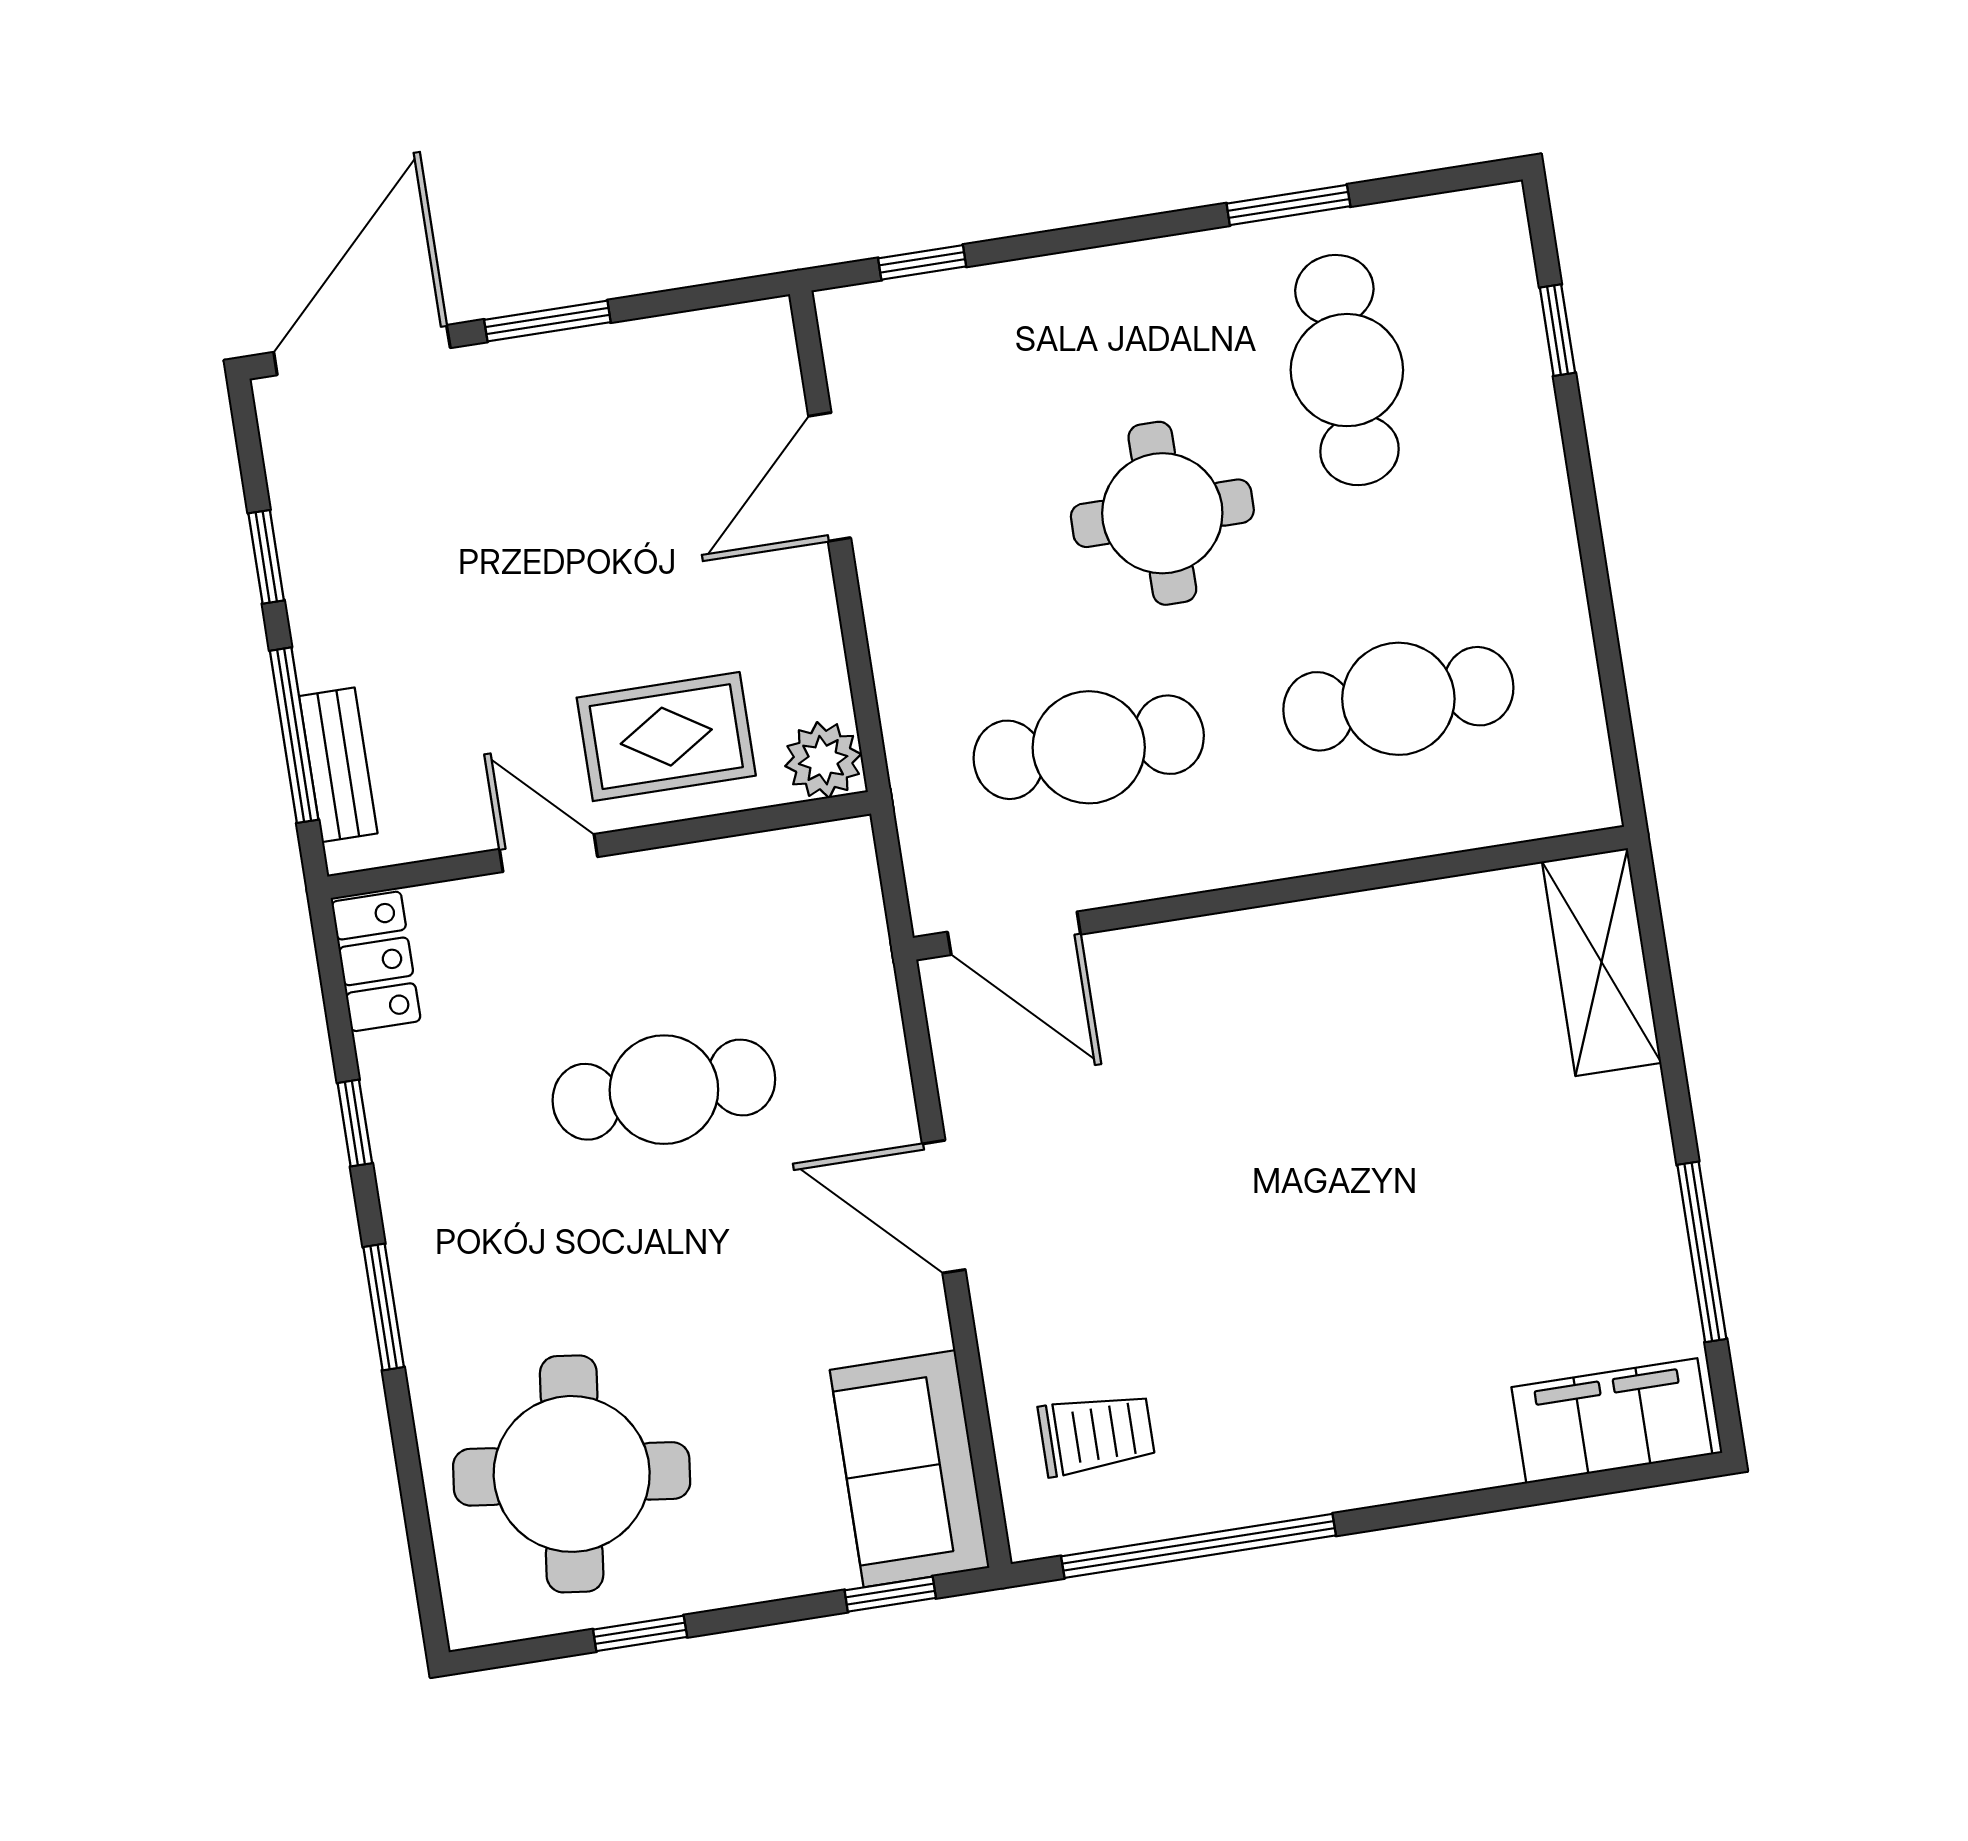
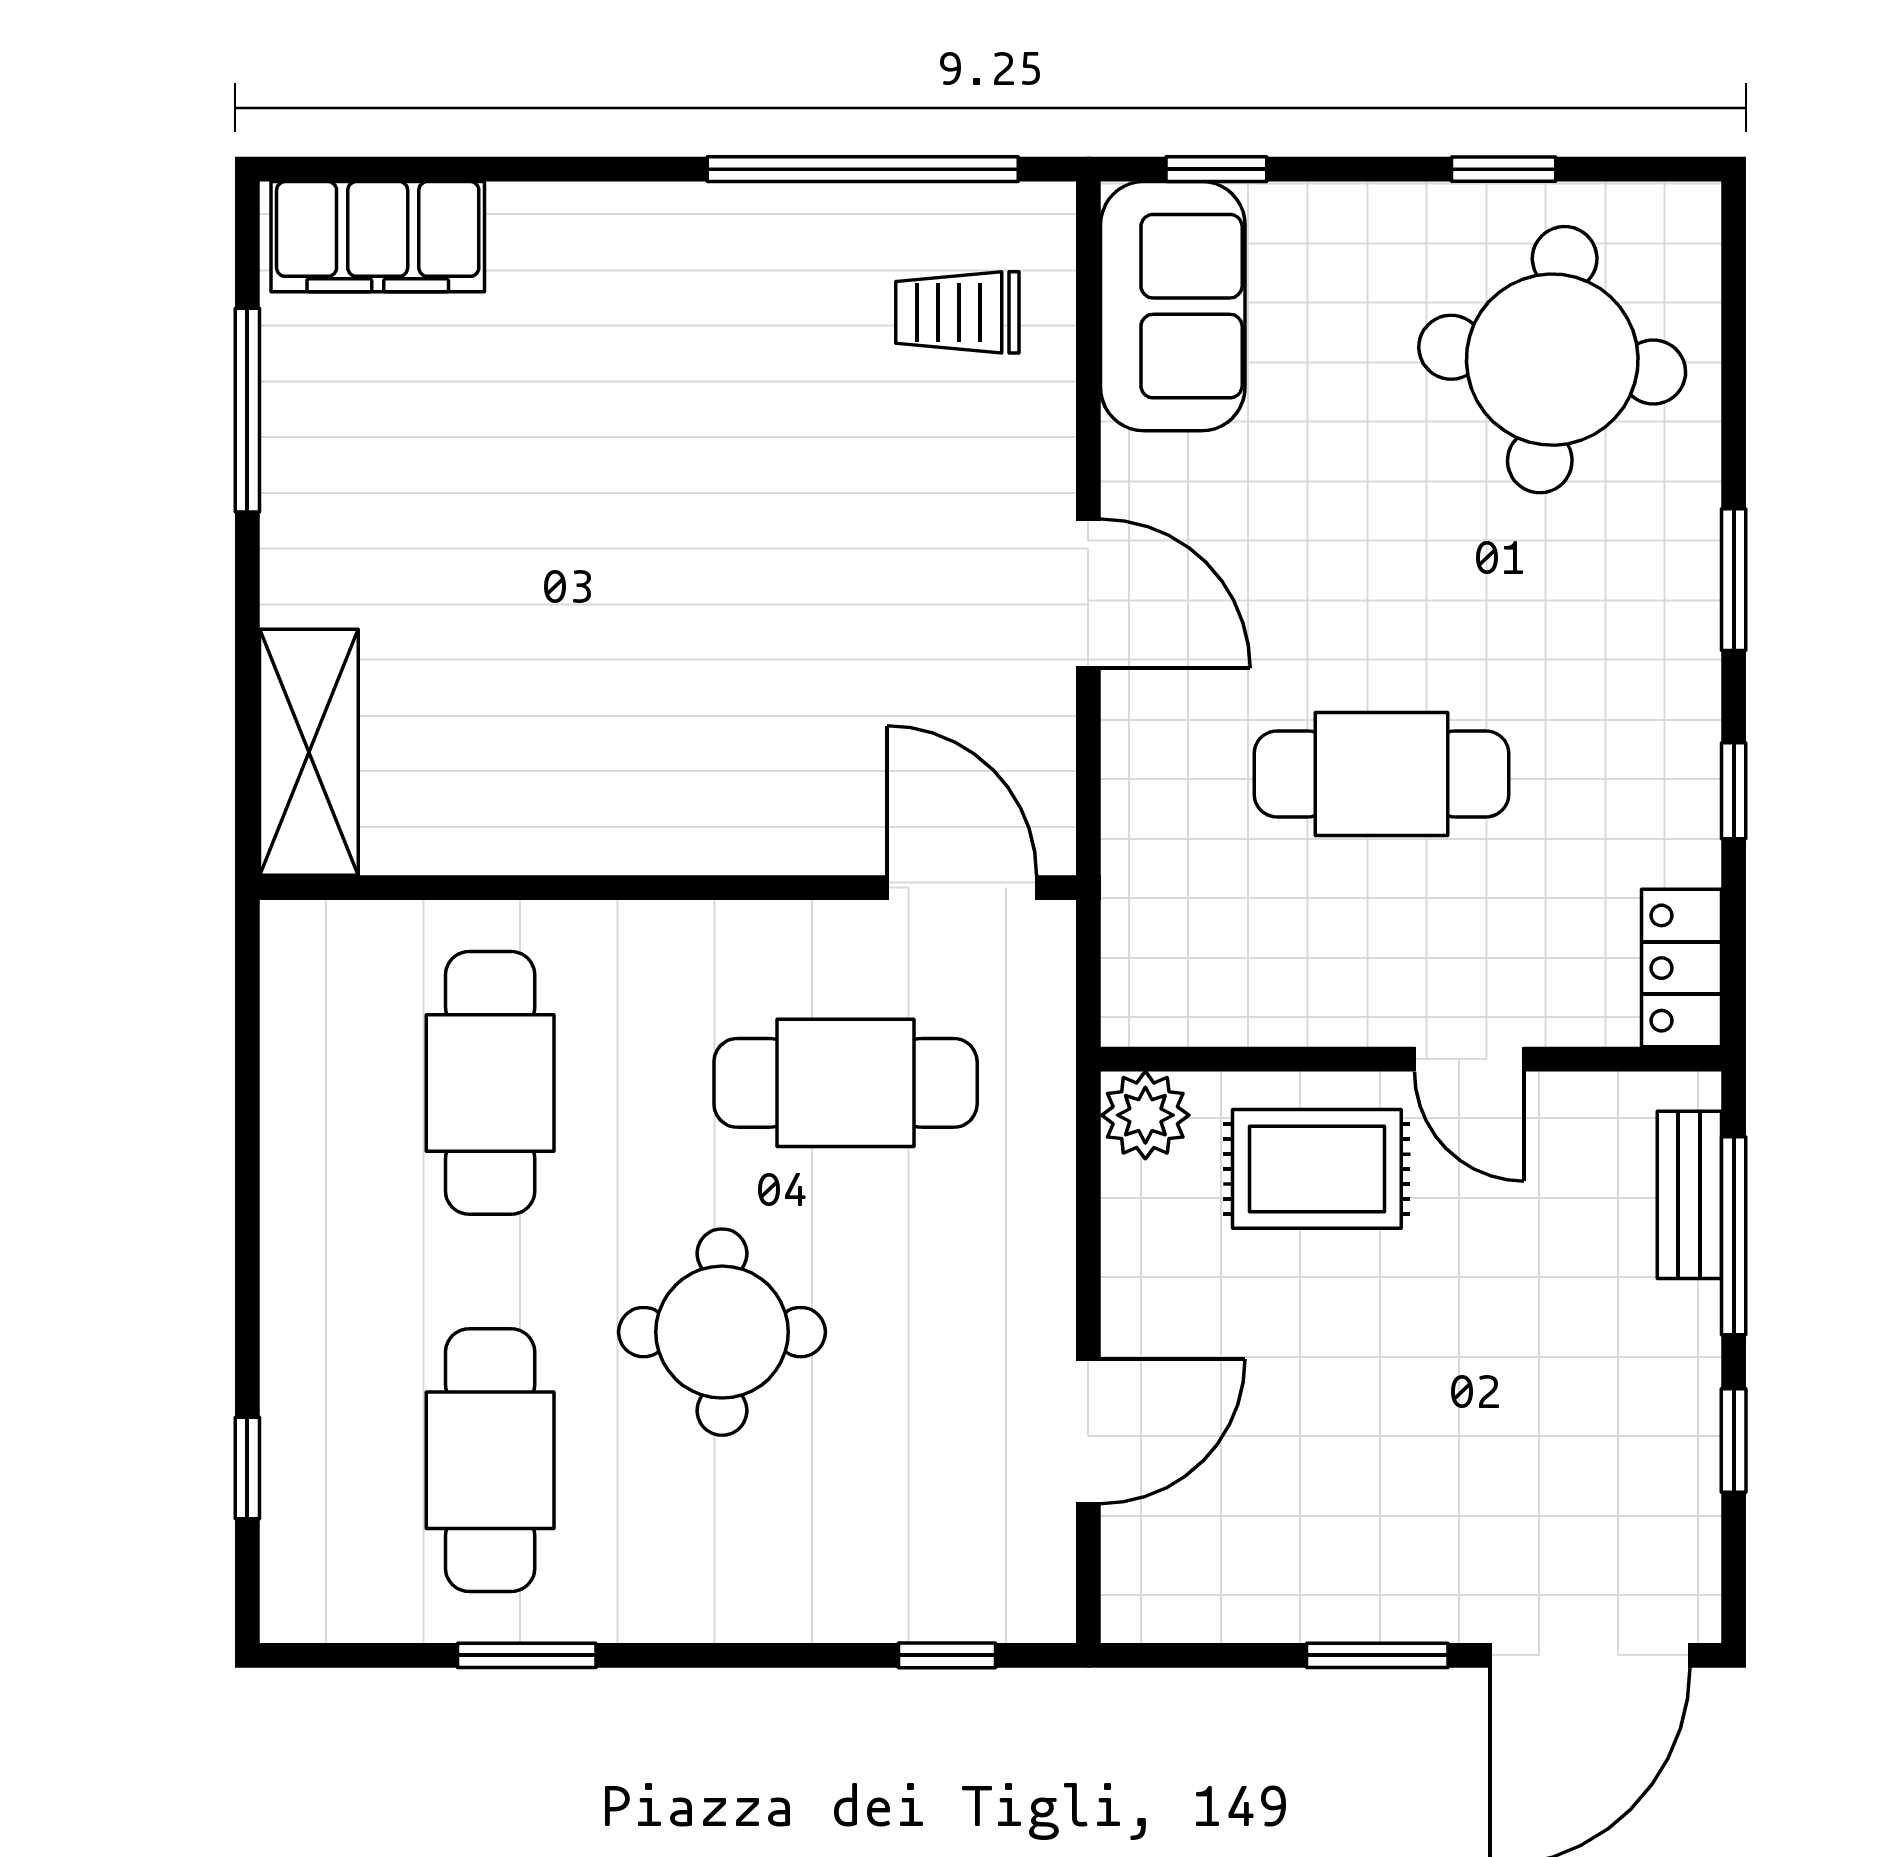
cafe table: (1398, 699) -> (490, 1083), turned 90

